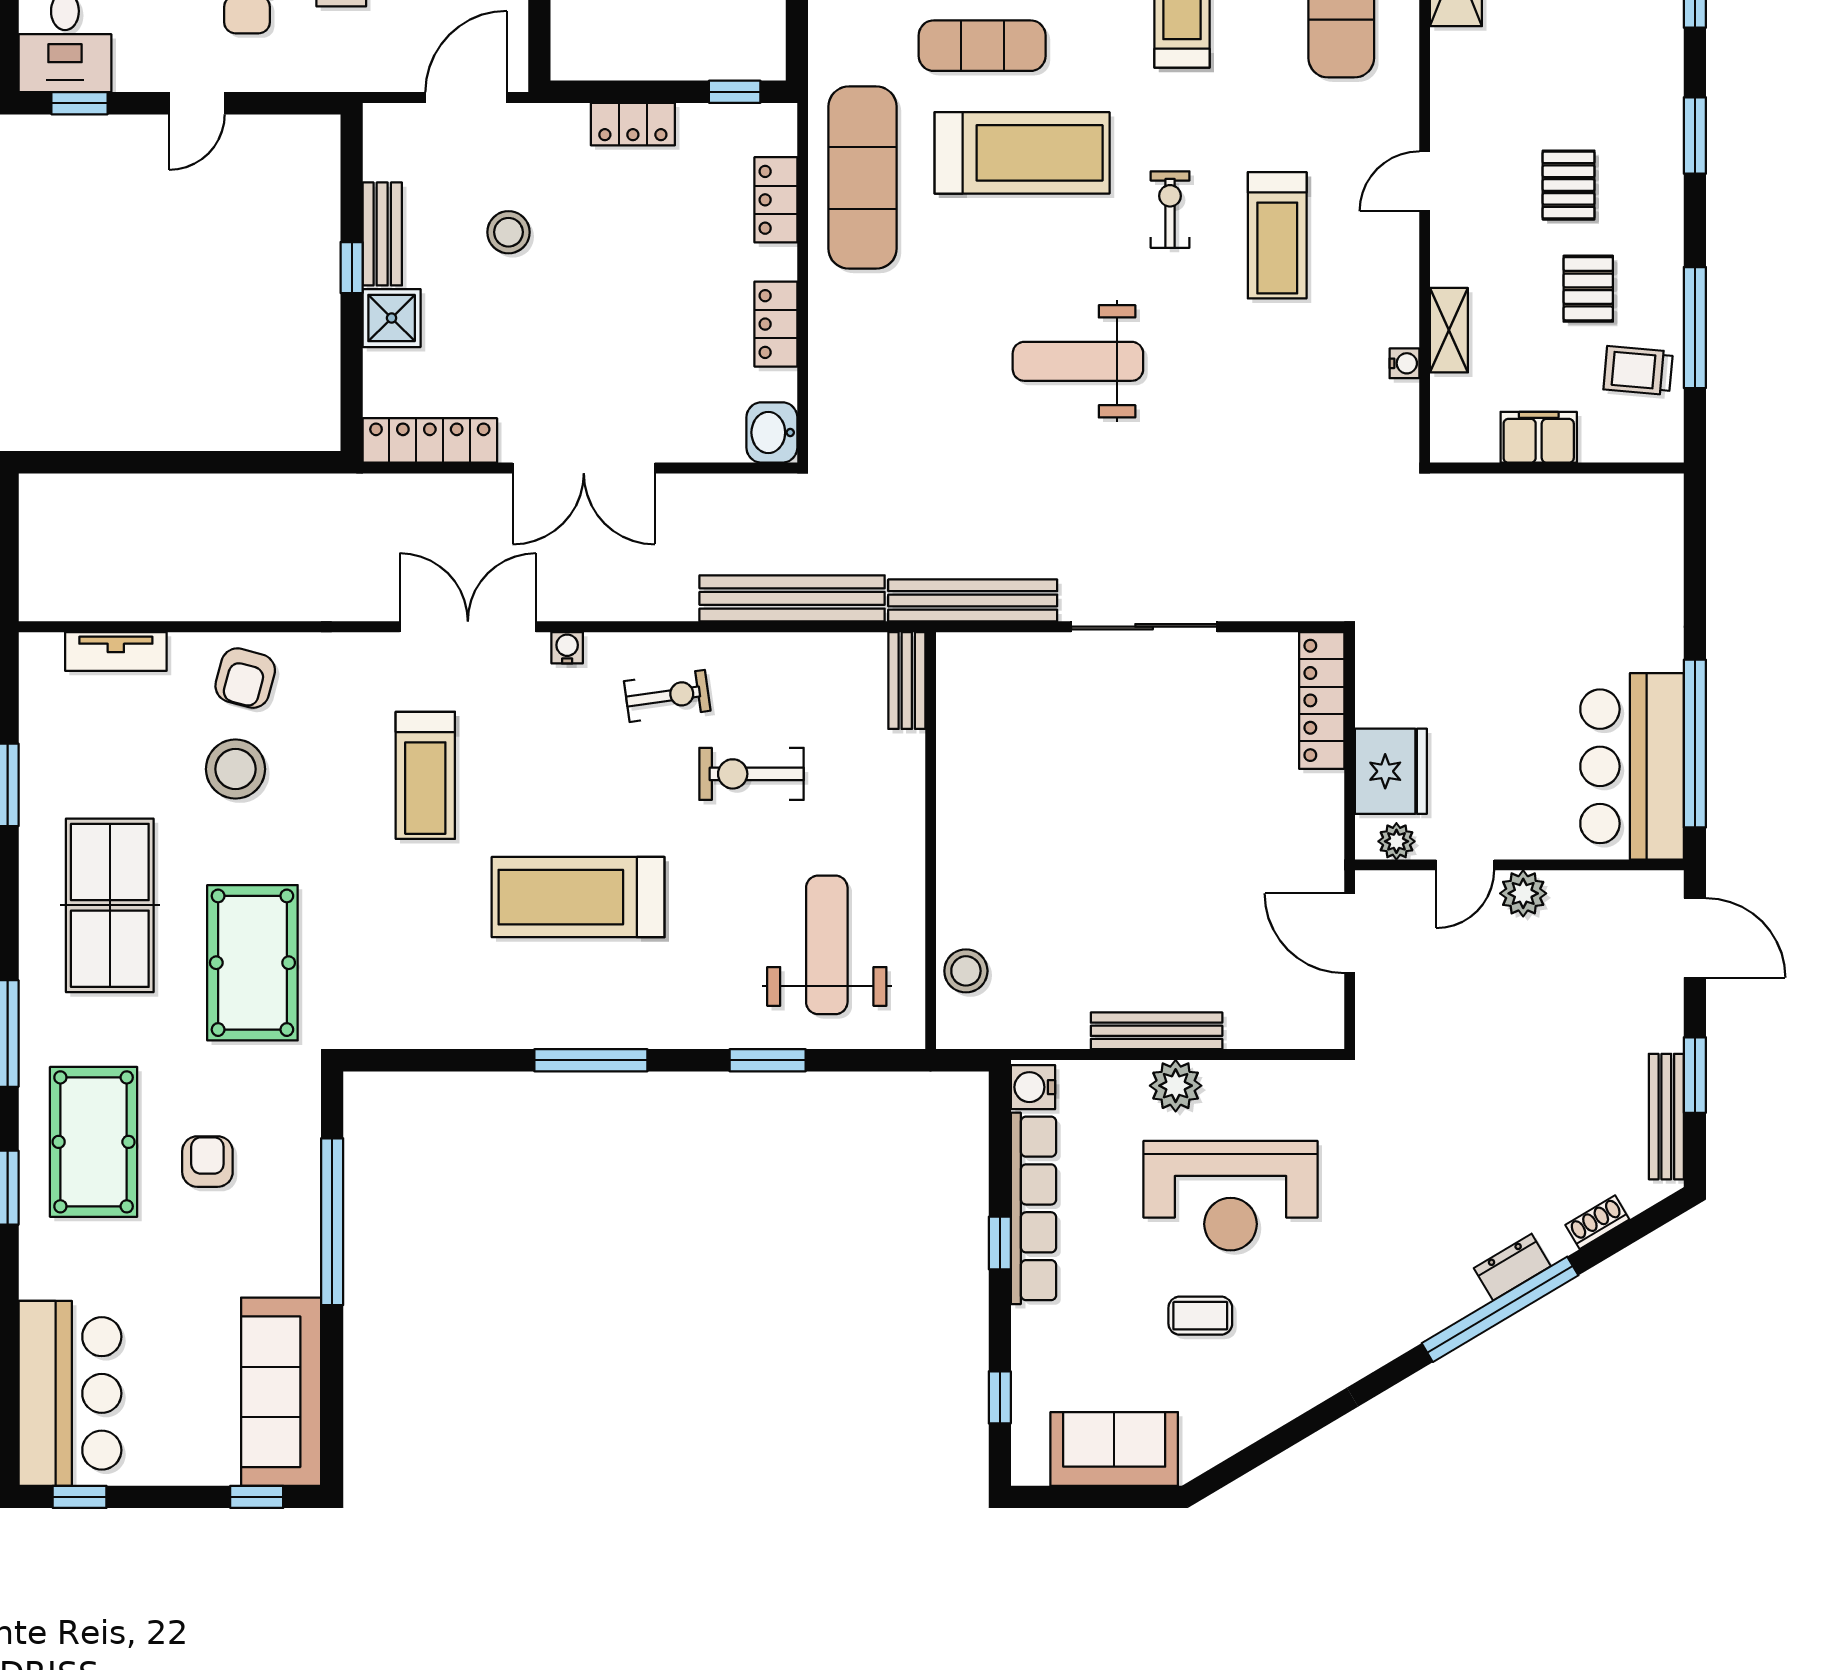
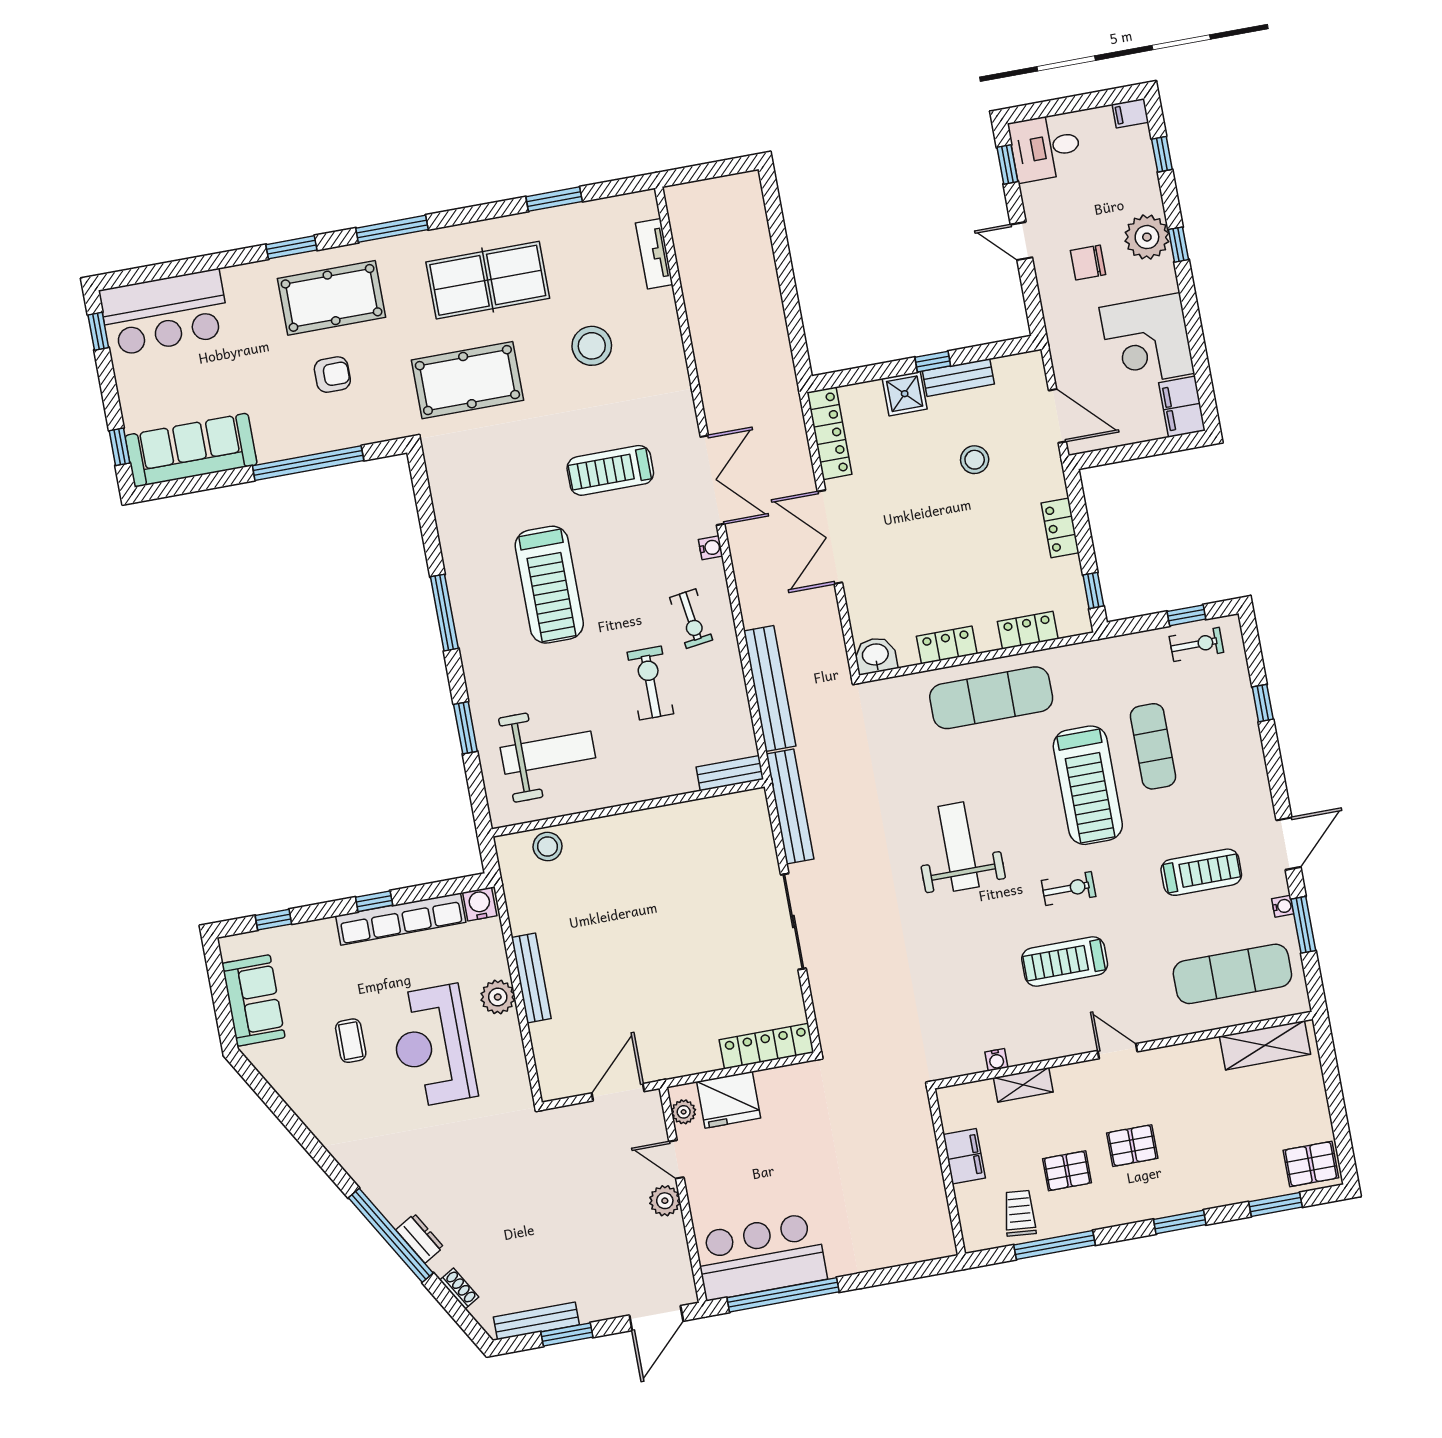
exercise mat: (863, 178) -> (991, 698), moved
armchair: (245, 678) -> (652, 341), removed
treadmill: (578, 897) -> (549, 585), turned 180

